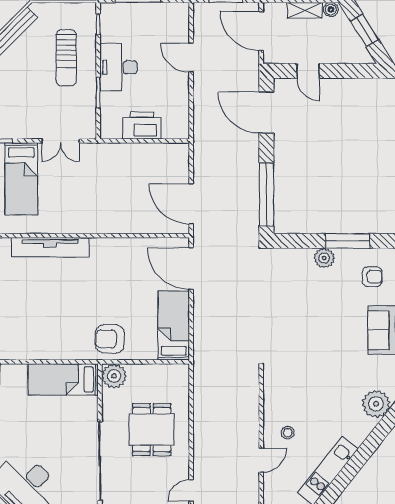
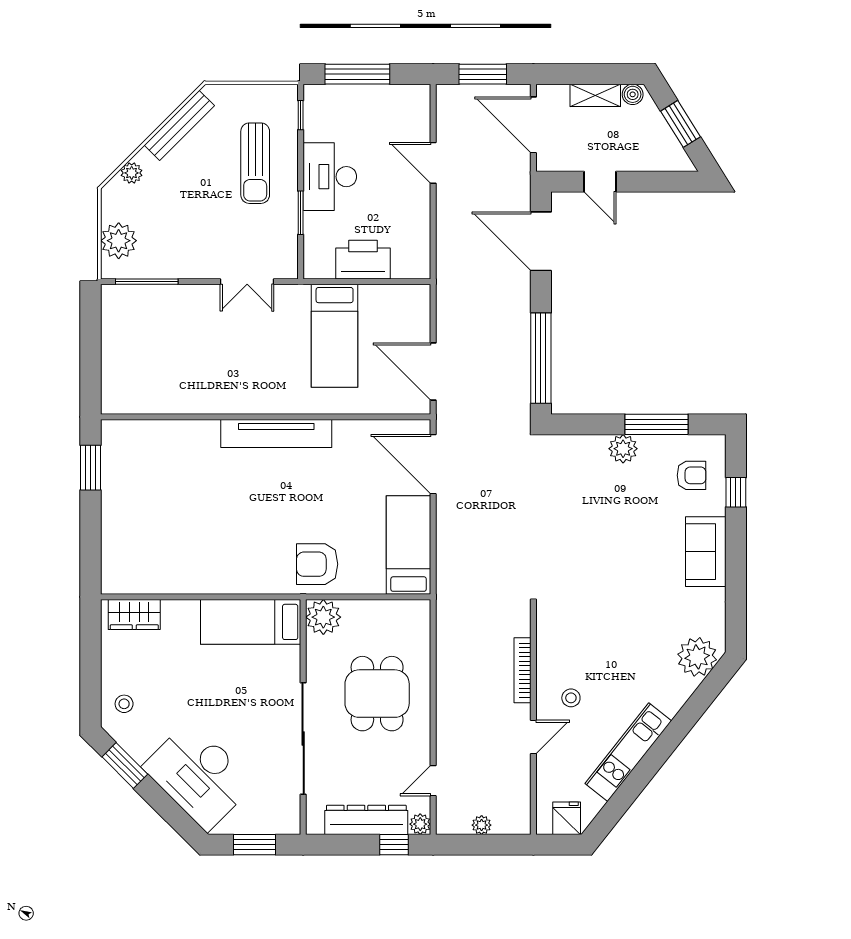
bed: (21, 179) -> (335, 336), moved
tv unit: (50, 247) -> (276, 433), moved
bookcase: (254, 413) -> (522, 670), added

